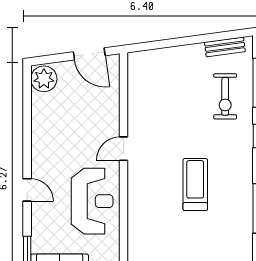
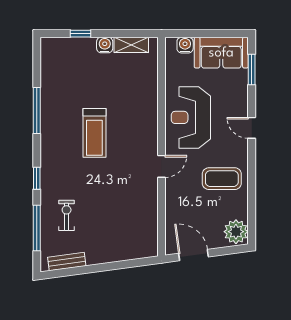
exercise bike: (225, 96) -> (67, 215), width x0.73, depth x0.72
coffee table: (59, 136) -> (222, 179), added

